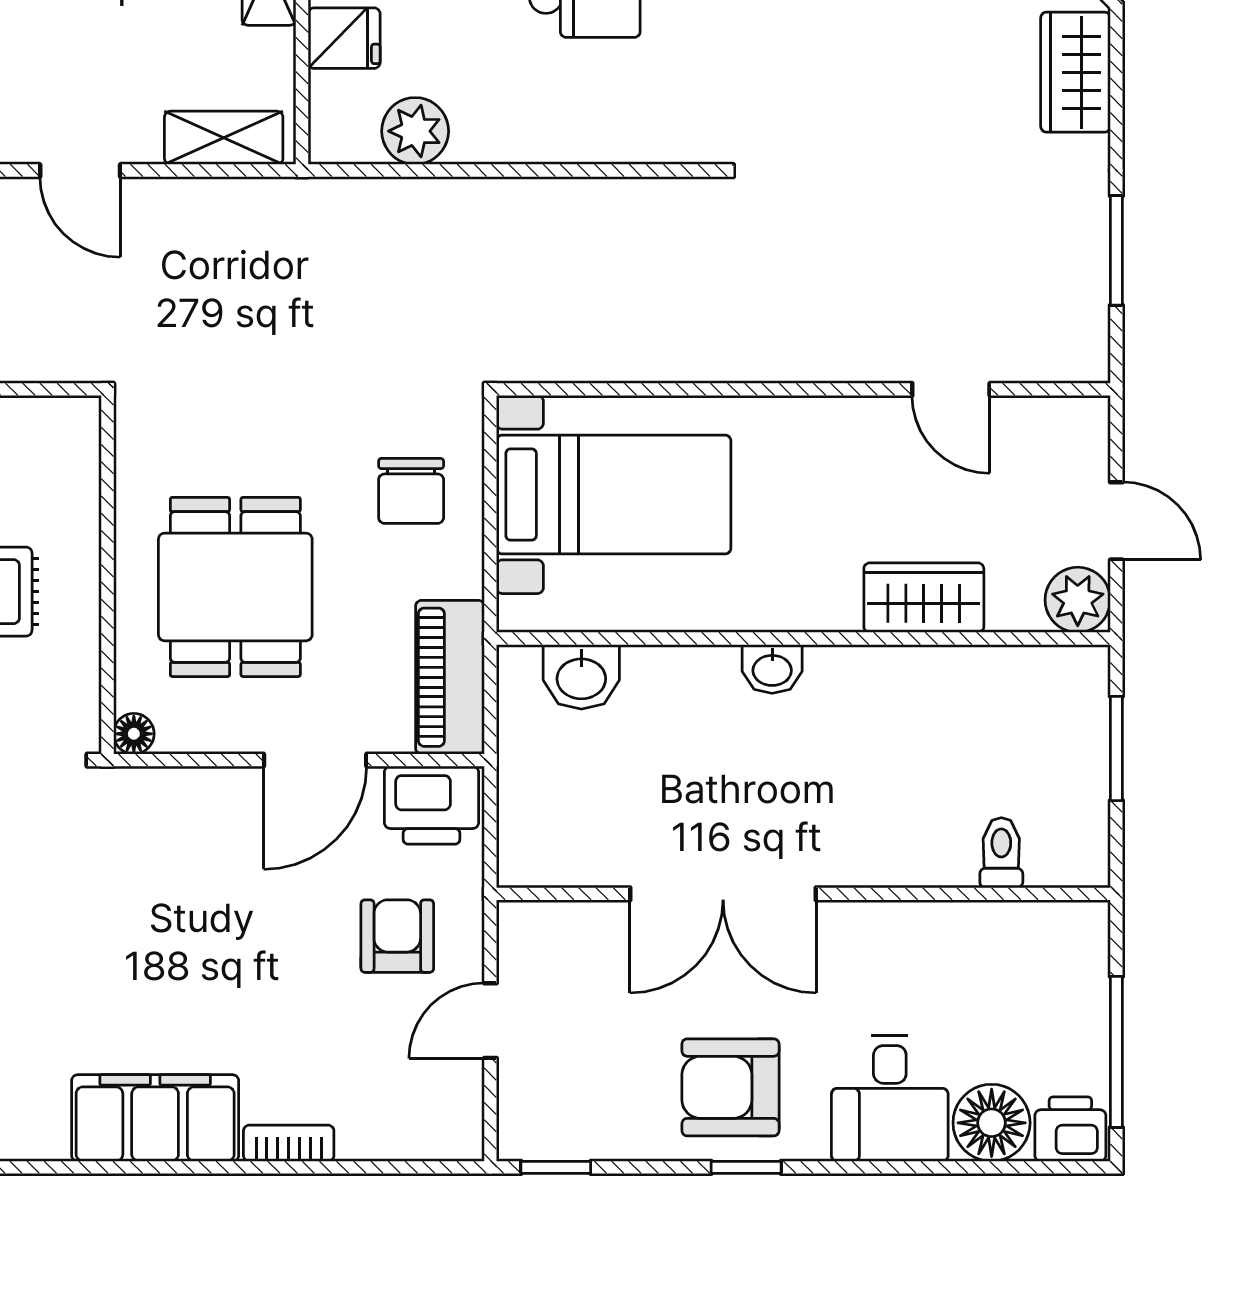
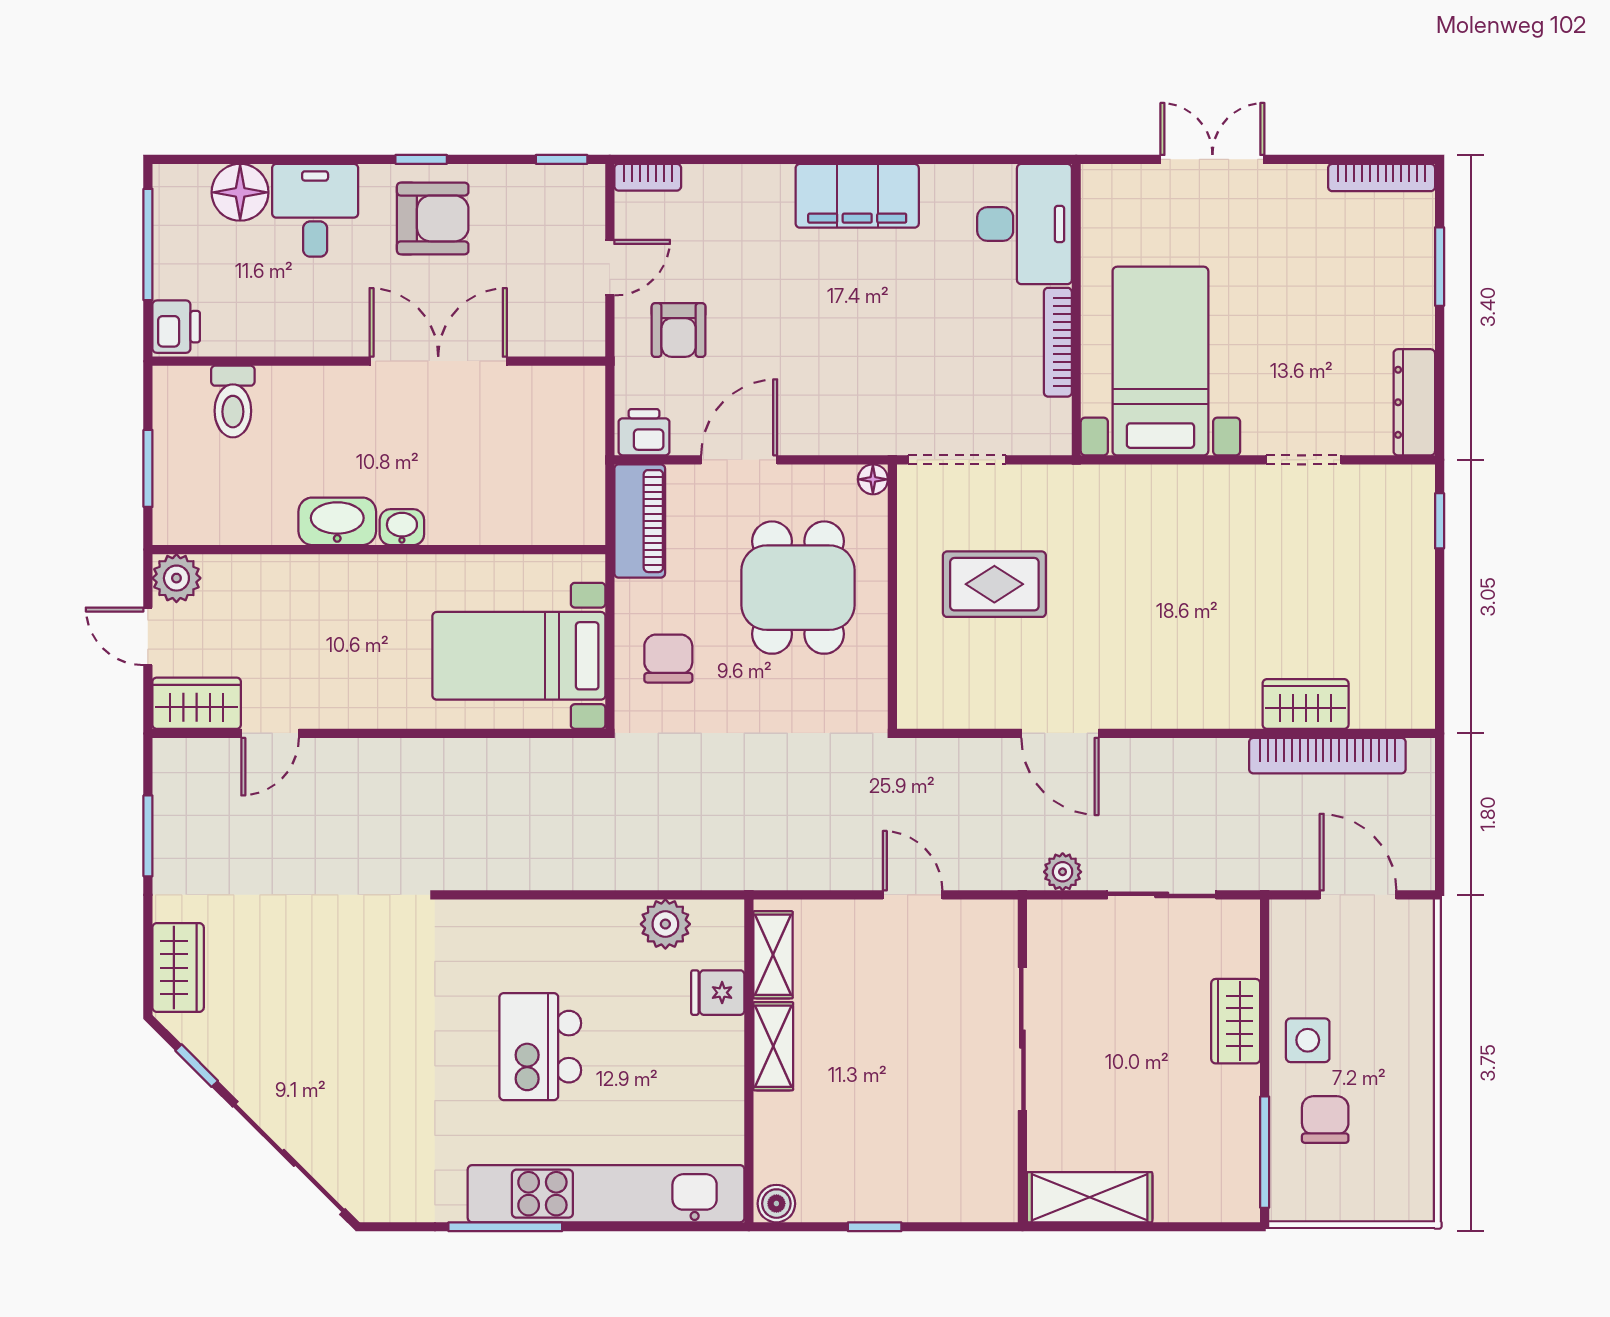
shelving: (224, 138) -> (773, 955), moved, turned 90
door: (951, 389) -> (270, 733), swing flipped
wardrobe: (924, 598) -> (197, 703), moved, turned 180
washbasin: (581, 677) -> (337, 521), moved, width x1.38
printer: (432, 805) -> (644, 432), width x0.73, depth x0.81
toilet: (1001, 853) -> (233, 402), width x1.37, depth x1.39
printer: (1070, 1129) -> (176, 327), moved, turned -90
bookcase: (289, 1143) -> (648, 177), moved

